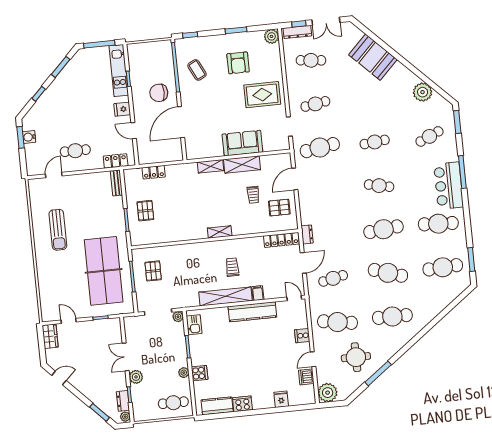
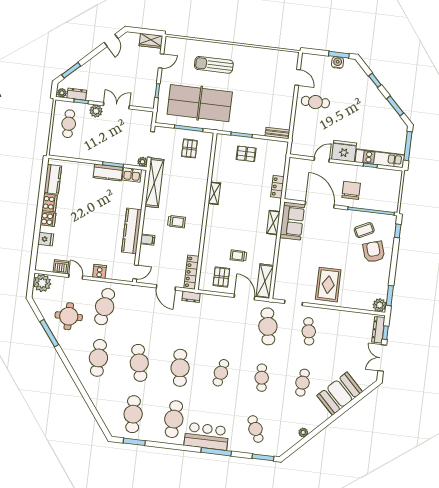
window: (236, 30) -> (390, 296), moved
cafe table: (311, 60) -> (303, 383), moved
armchair: (238, 63) -> (374, 252), moved, turned 73
plant: (423, 92) -> (303, 432), width x0.53, depth x0.53
fridge: (122, 109) -> (344, 151), width x1.88, depth x1.34
sofa: (242, 143) -> (292, 221), moved
cafe table: (75, 151) -> (315, 102), turned 90
locker: (116, 161) -> (298, 137), removed
shelving: (242, 165) -> (265, 281), moved
locker: (154, 172) -> (277, 187), moved
sun lounger: (58, 230) -> (214, 65), moved
shelving: (220, 232) -> (214, 193), moved
pallet: (153, 271) -> (189, 148), turned 90
cafe table: (388, 273) -> (139, 363), turned -30
cafe table: (333, 278) -> (145, 312), removed
shelving: (225, 296) -> (154, 183), moved
kitchen counter: (197, 350) -> (108, 172), added
plant: (184, 373) -> (90, 156), removed
cooker: (200, 373) -> (48, 219), moved, turned -90
cafe table: (173, 403) -> (69, 124), moved

